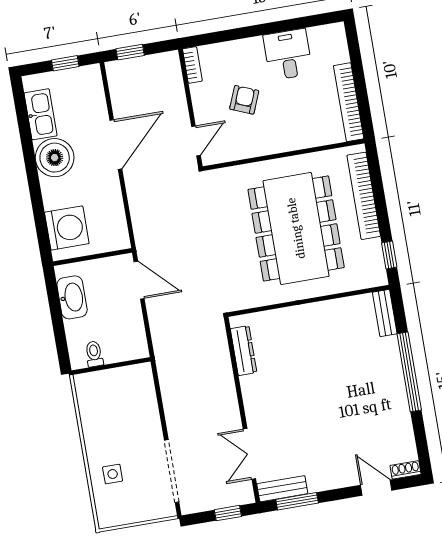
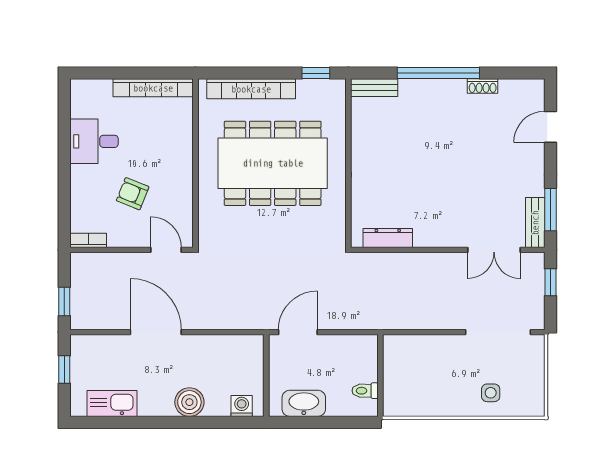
boiler: (55, 158) -> (189, 402), moved, width x0.73, depth x0.73
washing machine: (67, 228) -> (242, 406), width x0.53, depth x0.53
shoe rack: (406, 470) -> (483, 86), moved, turned -90

